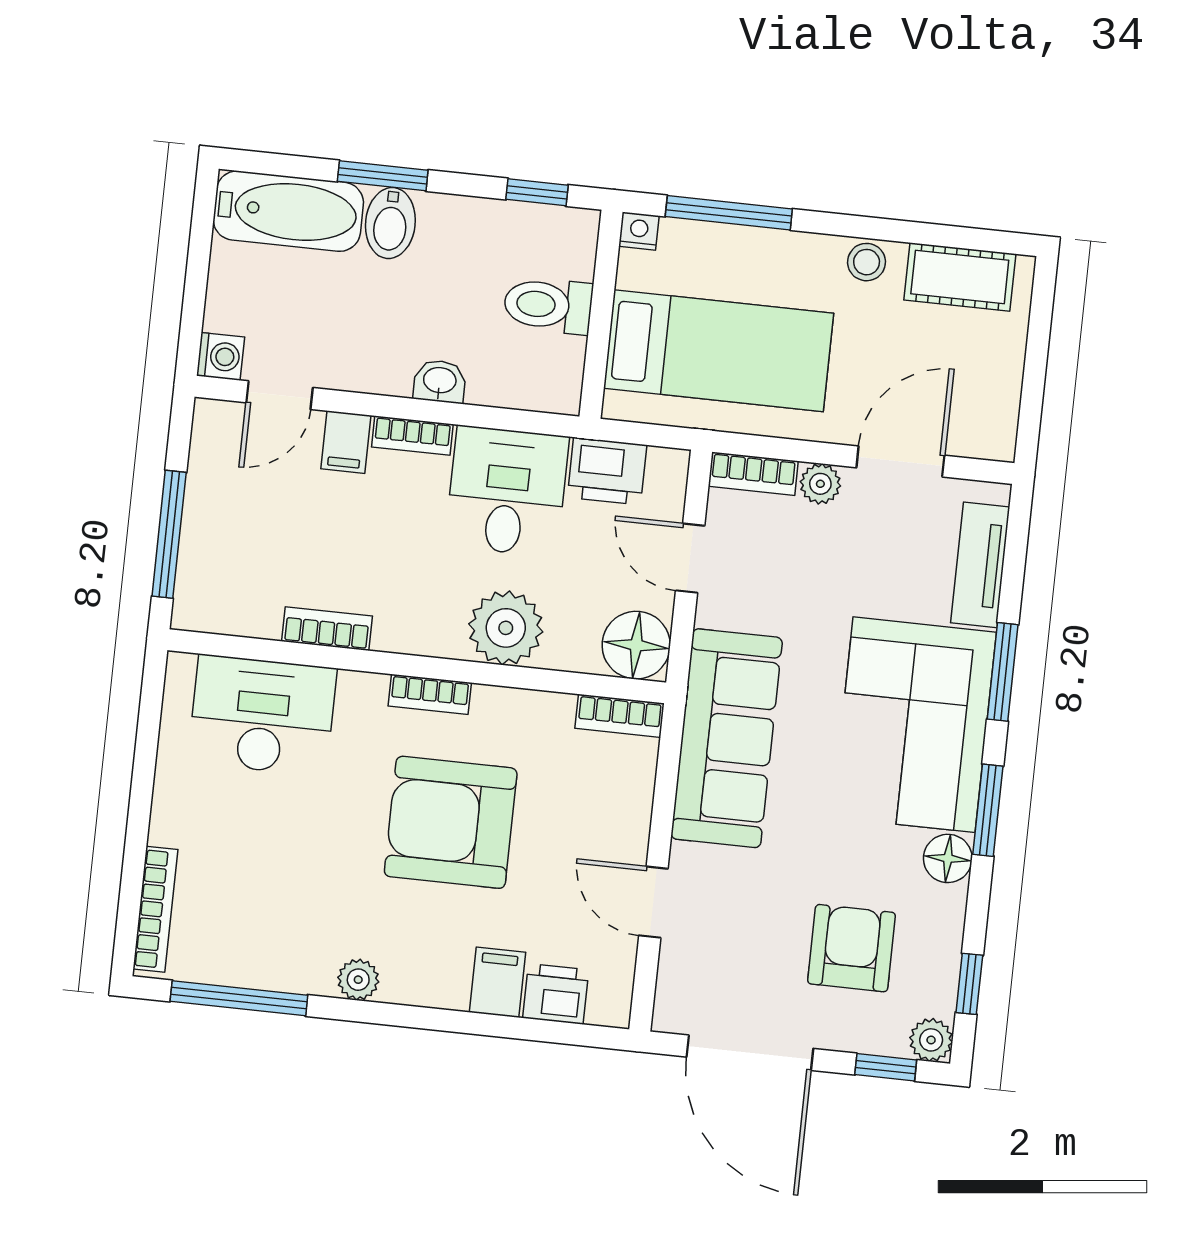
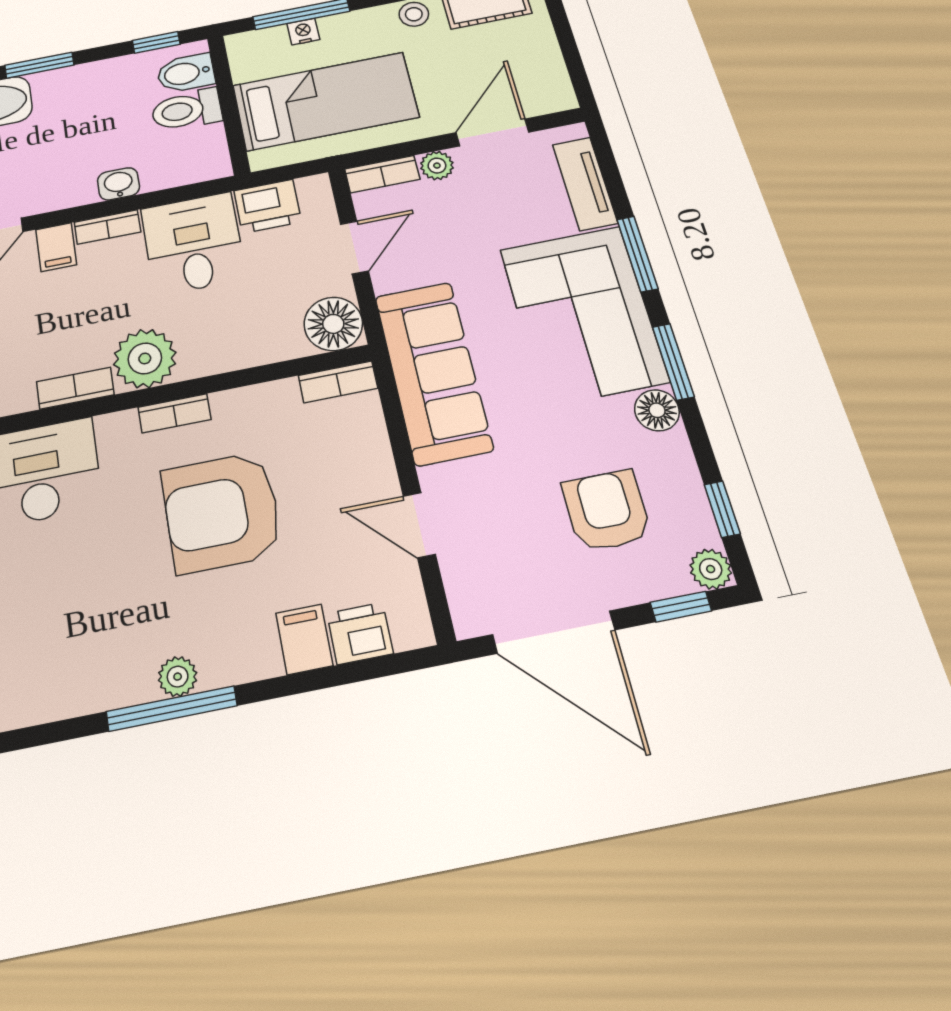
bidet: (390, 223) -> (186, 73), moved, turned 90
nightstand: (639, 231) -> (303, 32), moved
door: (690, 558) -> (354, 247), swing flipped
plant: (506, 628) -> (145, 358), moved
window: (239, 998) -> (172, 709), moved

